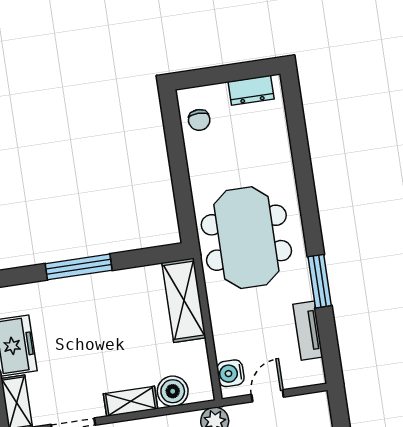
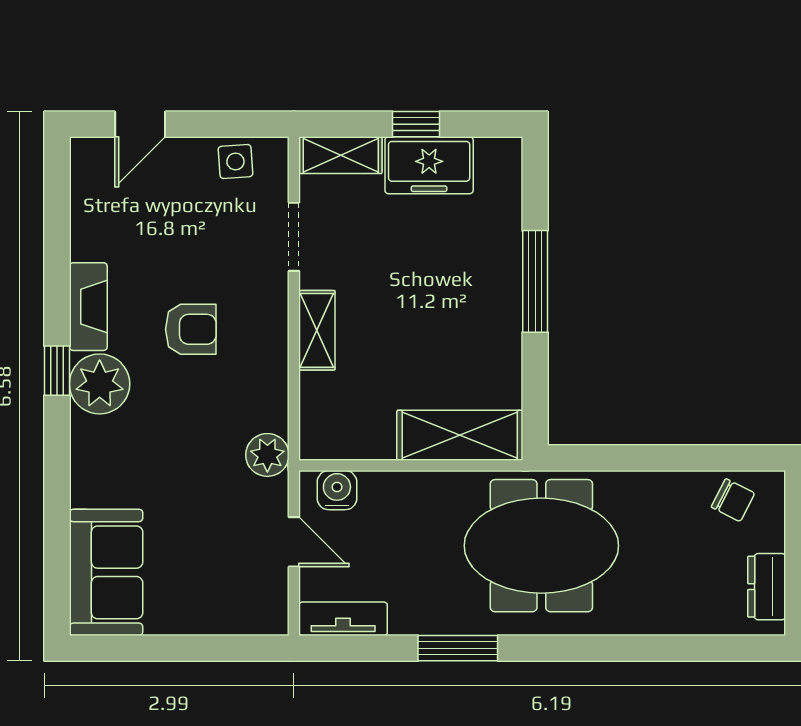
chair: (199, 120) -> (733, 500), turned -153
tv unit: (308, 331) -> (343, 619), moved
boiler: (173, 391) -> (323, 397), removed

